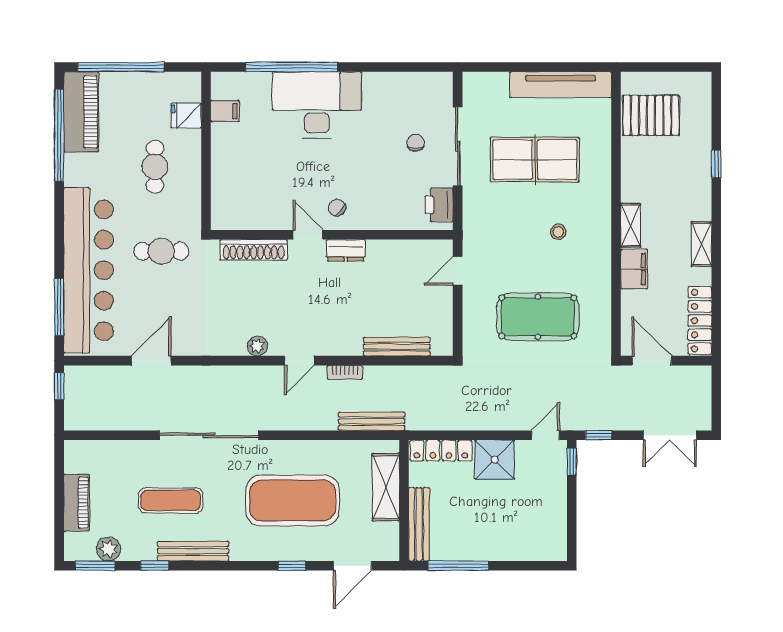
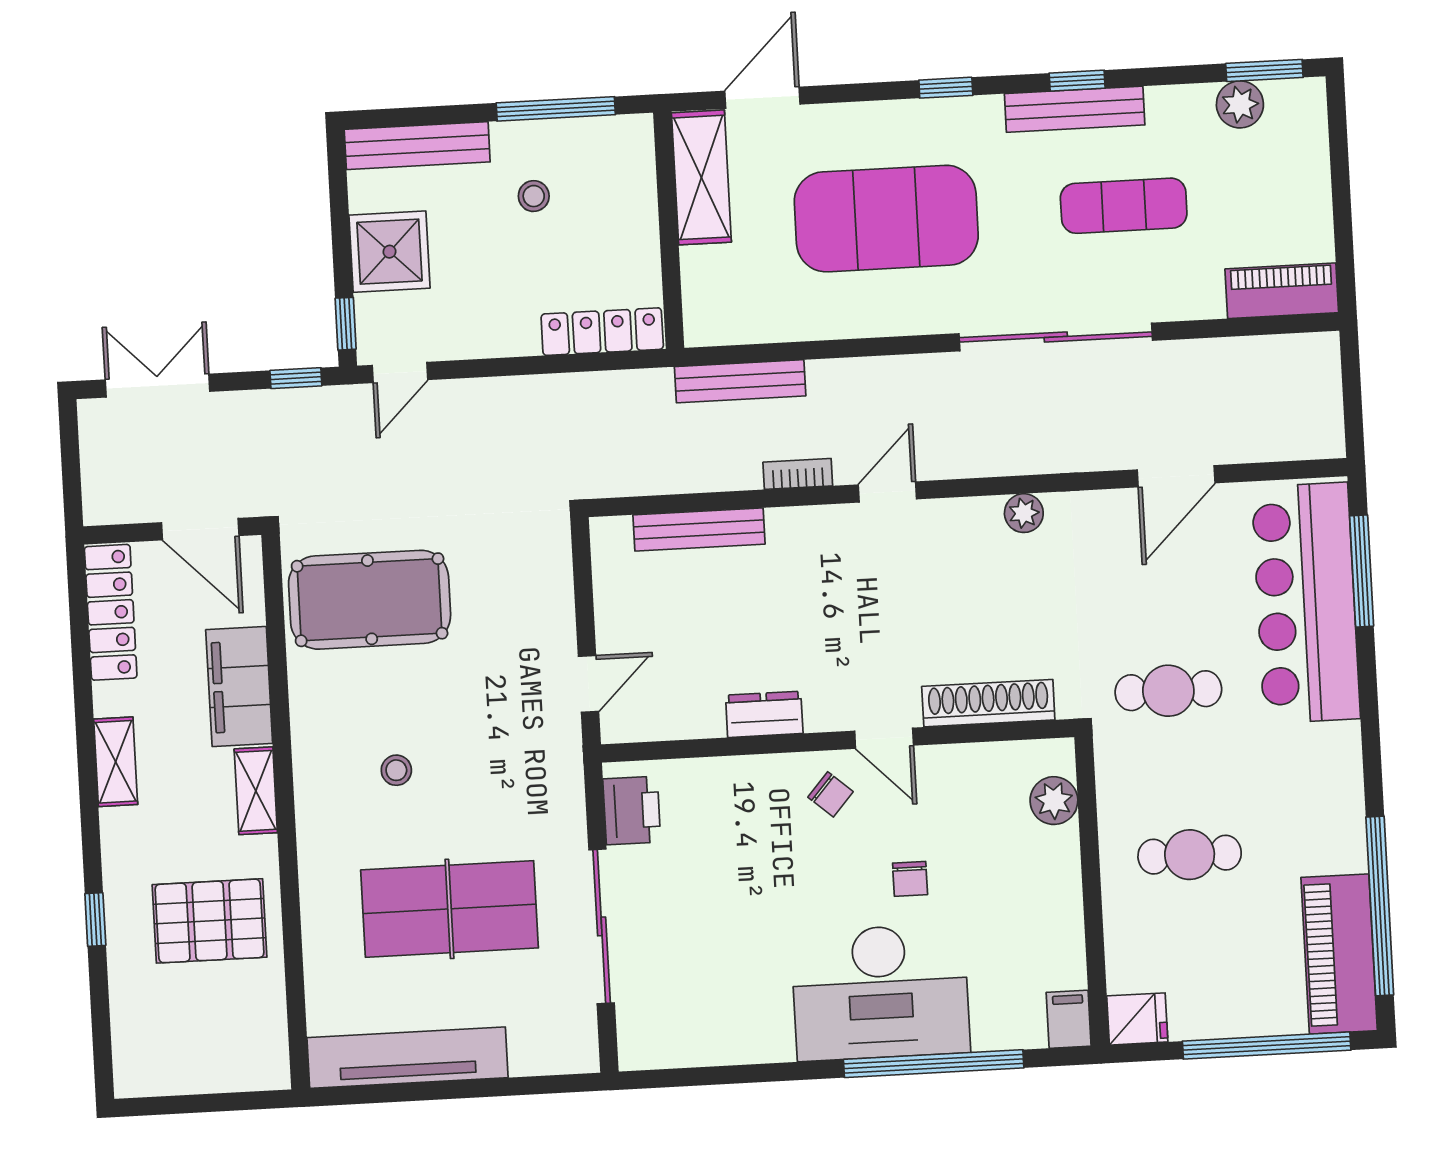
filing cabinet: (225, 111) -> (1069, 1019), moved, turned 90
pallet: (651, 115) -> (210, 921), moved
fridge: (186, 116) -> (1137, 1019), moved
chair: (416, 143) -> (910, 879), moved
cafe table: (155, 167) -> (1190, 855), turned 90
plant: (223, 198) -> (1054, 801), added
dresser: (346, 250) -> (764, 714), moved
filing cabinet: (634, 269) -> (239, 686), width x1.50, depth x1.17
bar counter: (89, 270) -> (1306, 603), width x0.73
pool table: (538, 317) -> (370, 600), moved
plant: (258, 346) -> (1024, 513), moved
window: (59, 386) -> (1353, 416), removed
shower: (495, 460) -> (390, 252), moved
shelving: (386, 487) -> (701, 177), moved
piano: (76, 503) -> (1282, 291), moved, turned 90
stool: (472, 522) -> (534, 196), added
bench: (419, 524) -> (417, 146), moved, turned 90
window: (155, 566) -> (1077, 81), moved
window: (292, 566) -> (946, 88), moved

